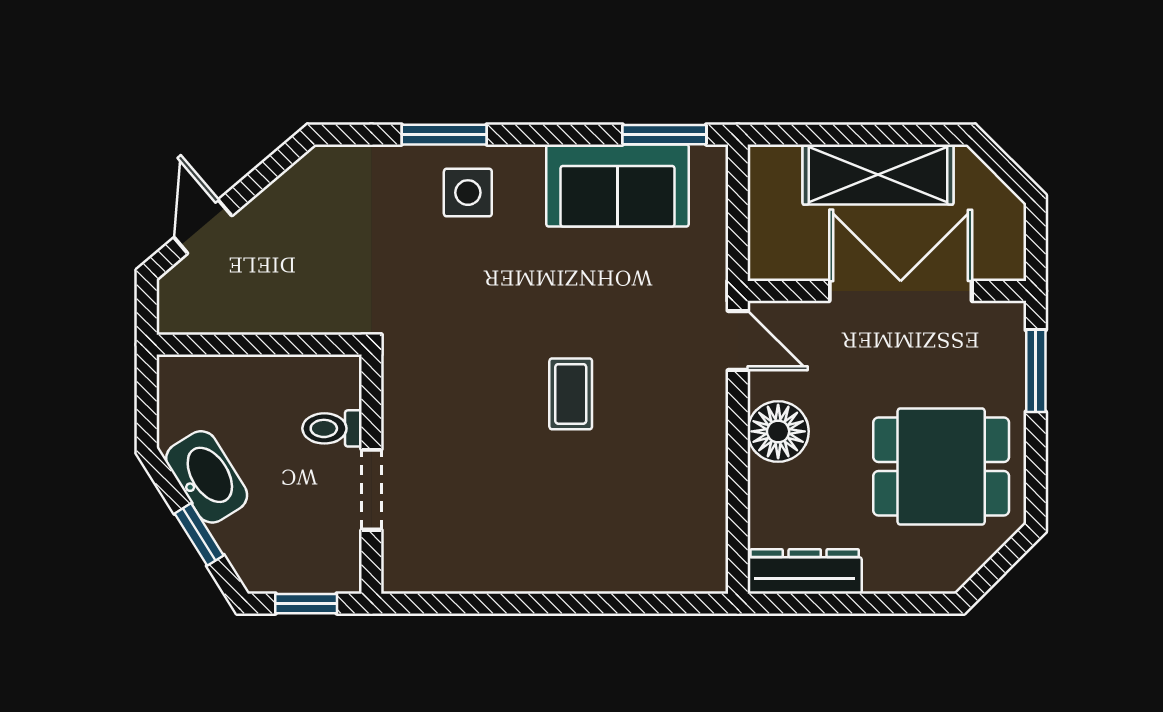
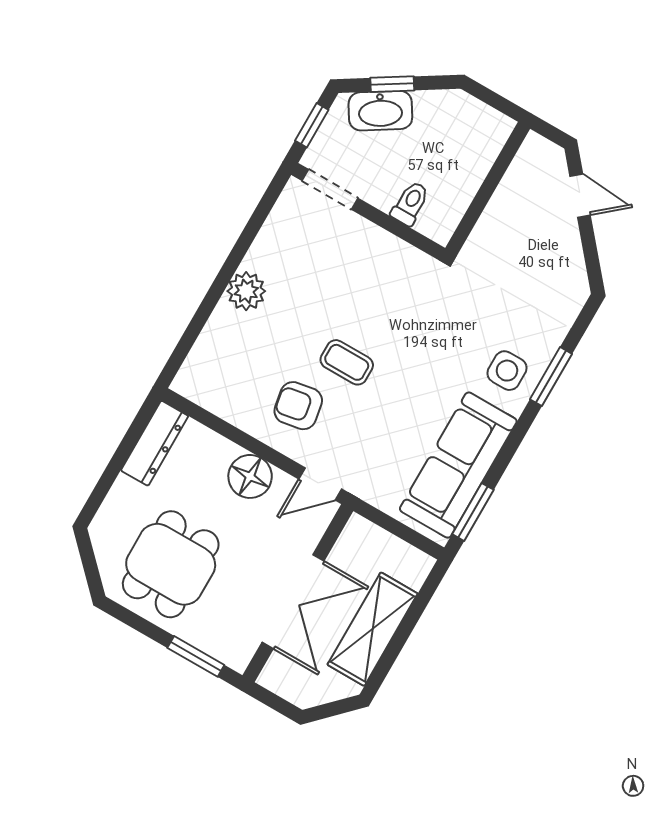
sofa: (617, 186) -> (458, 465), width x1.36
armchair: (658, 423) -> (298, 406), added
washbasin: (207, 477) -> (380, 111), moved
doorway: (371, 490) -> (330, 189), moved
plant: (555, 567) -> (246, 291), added

